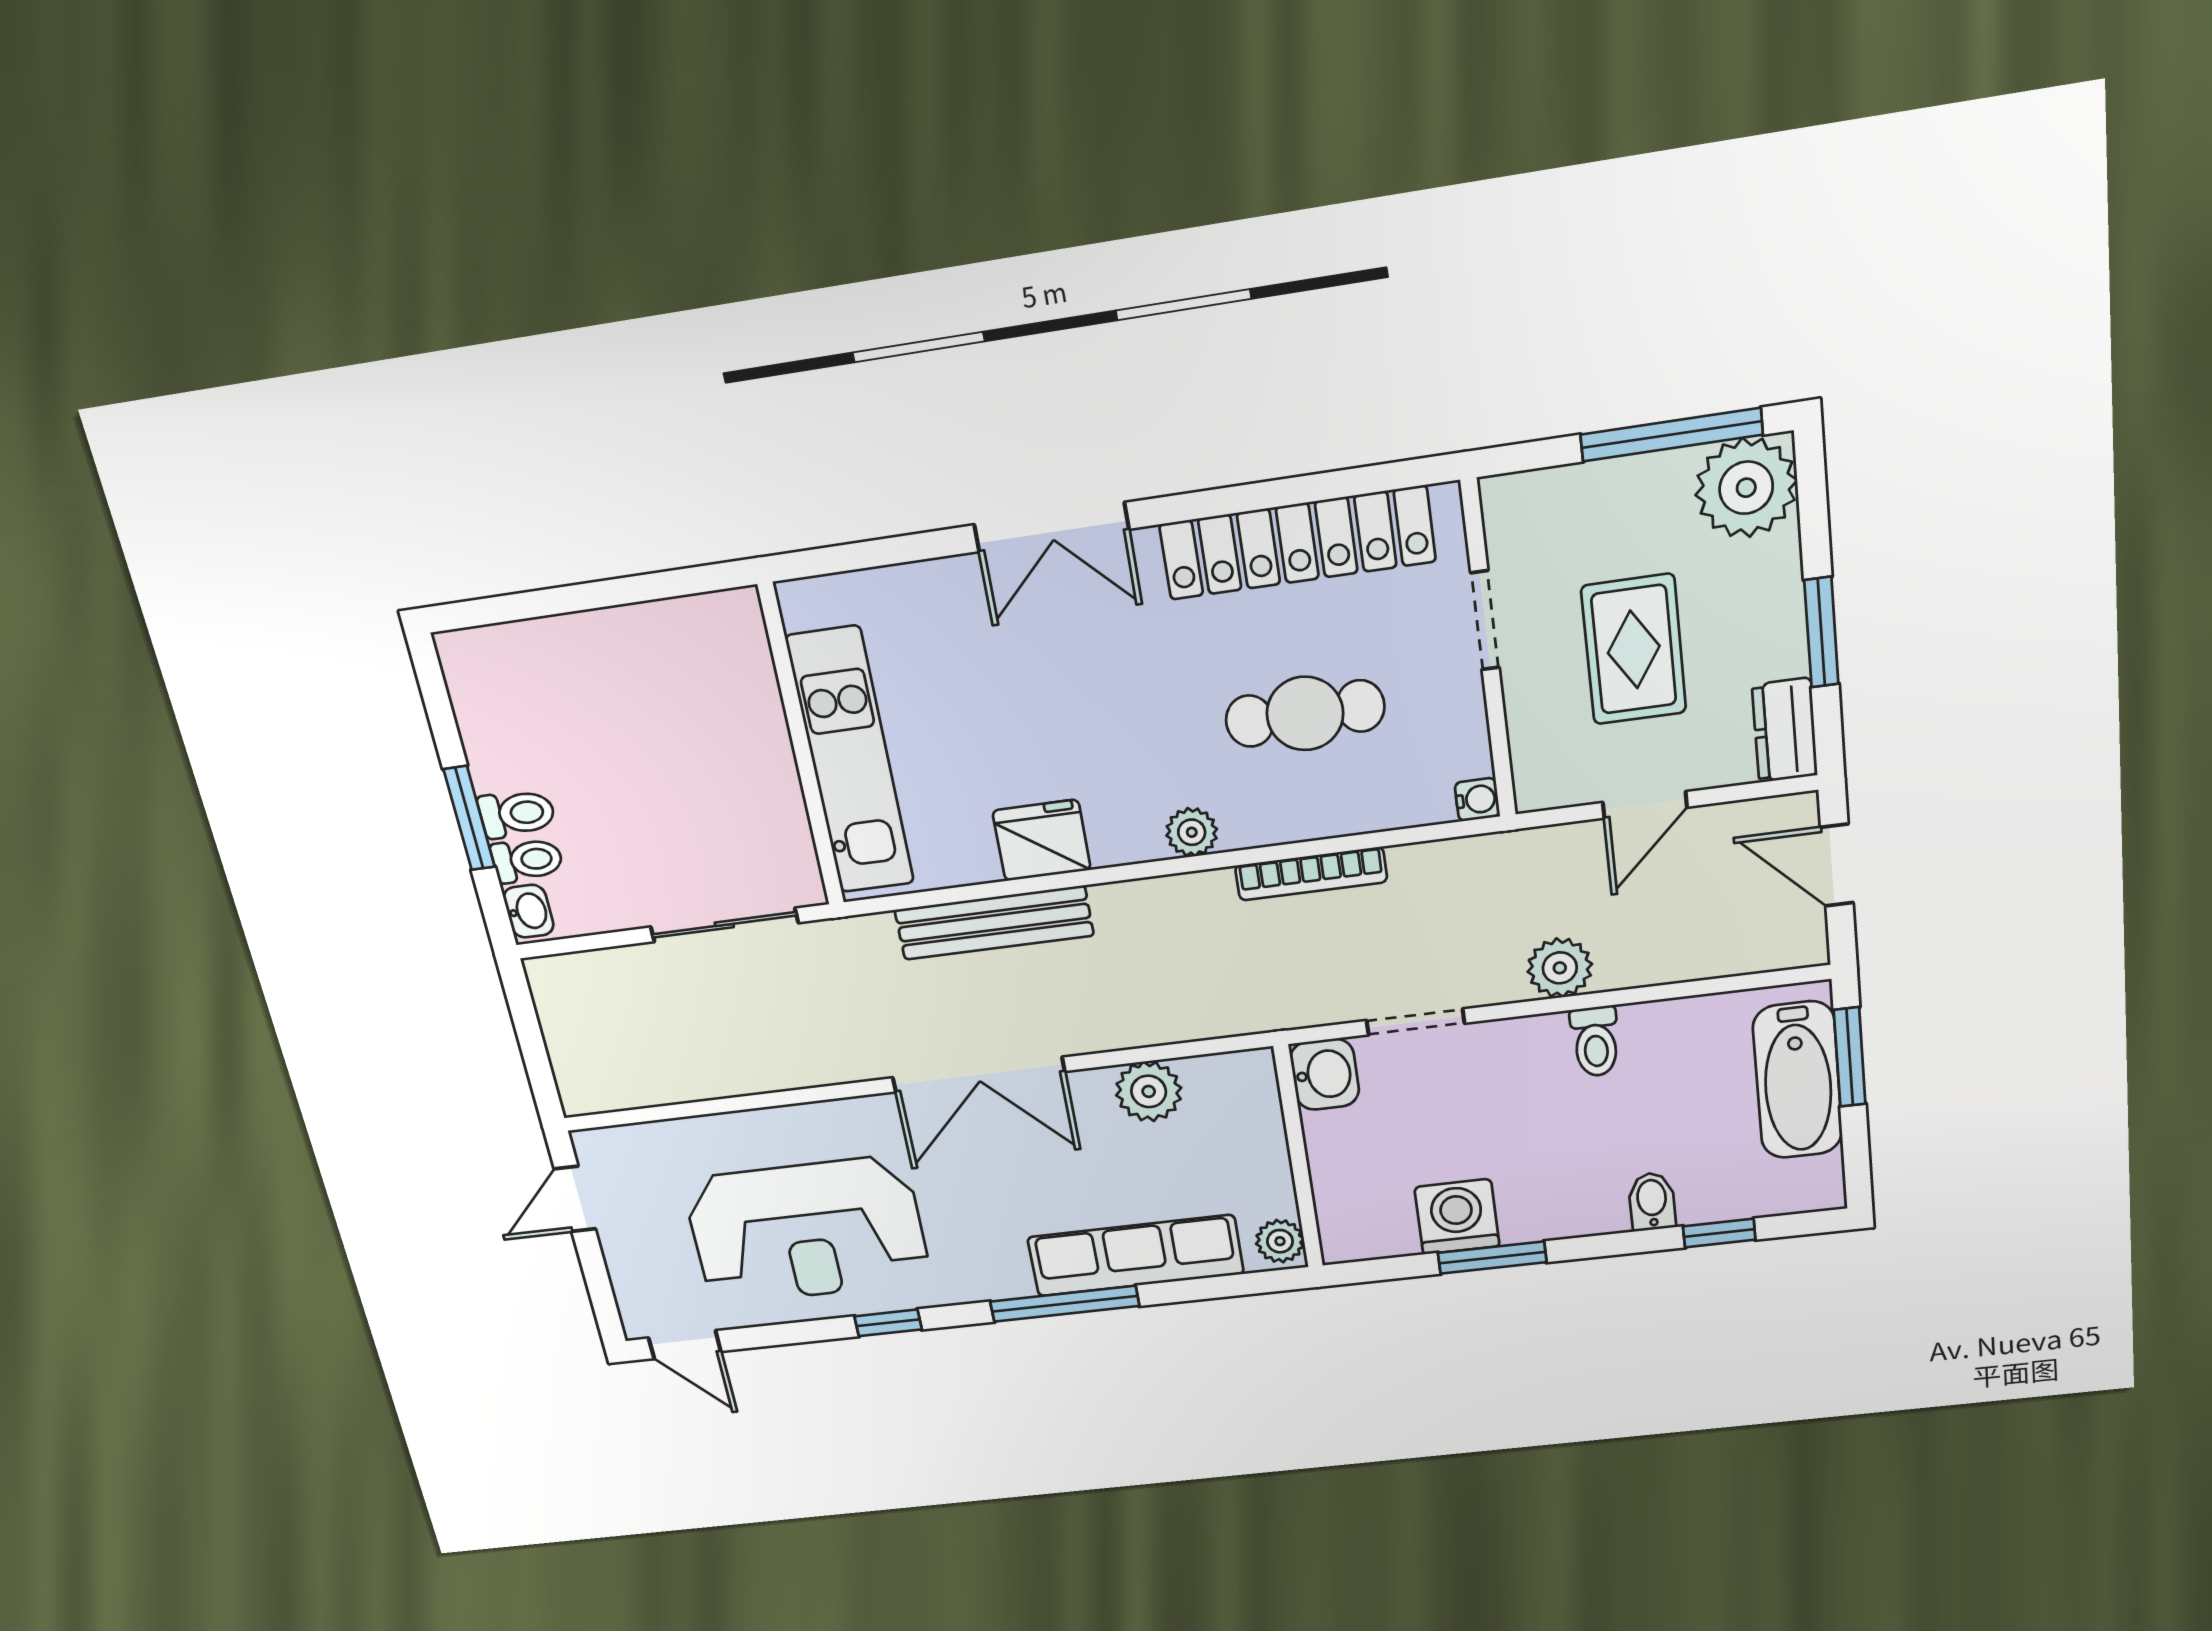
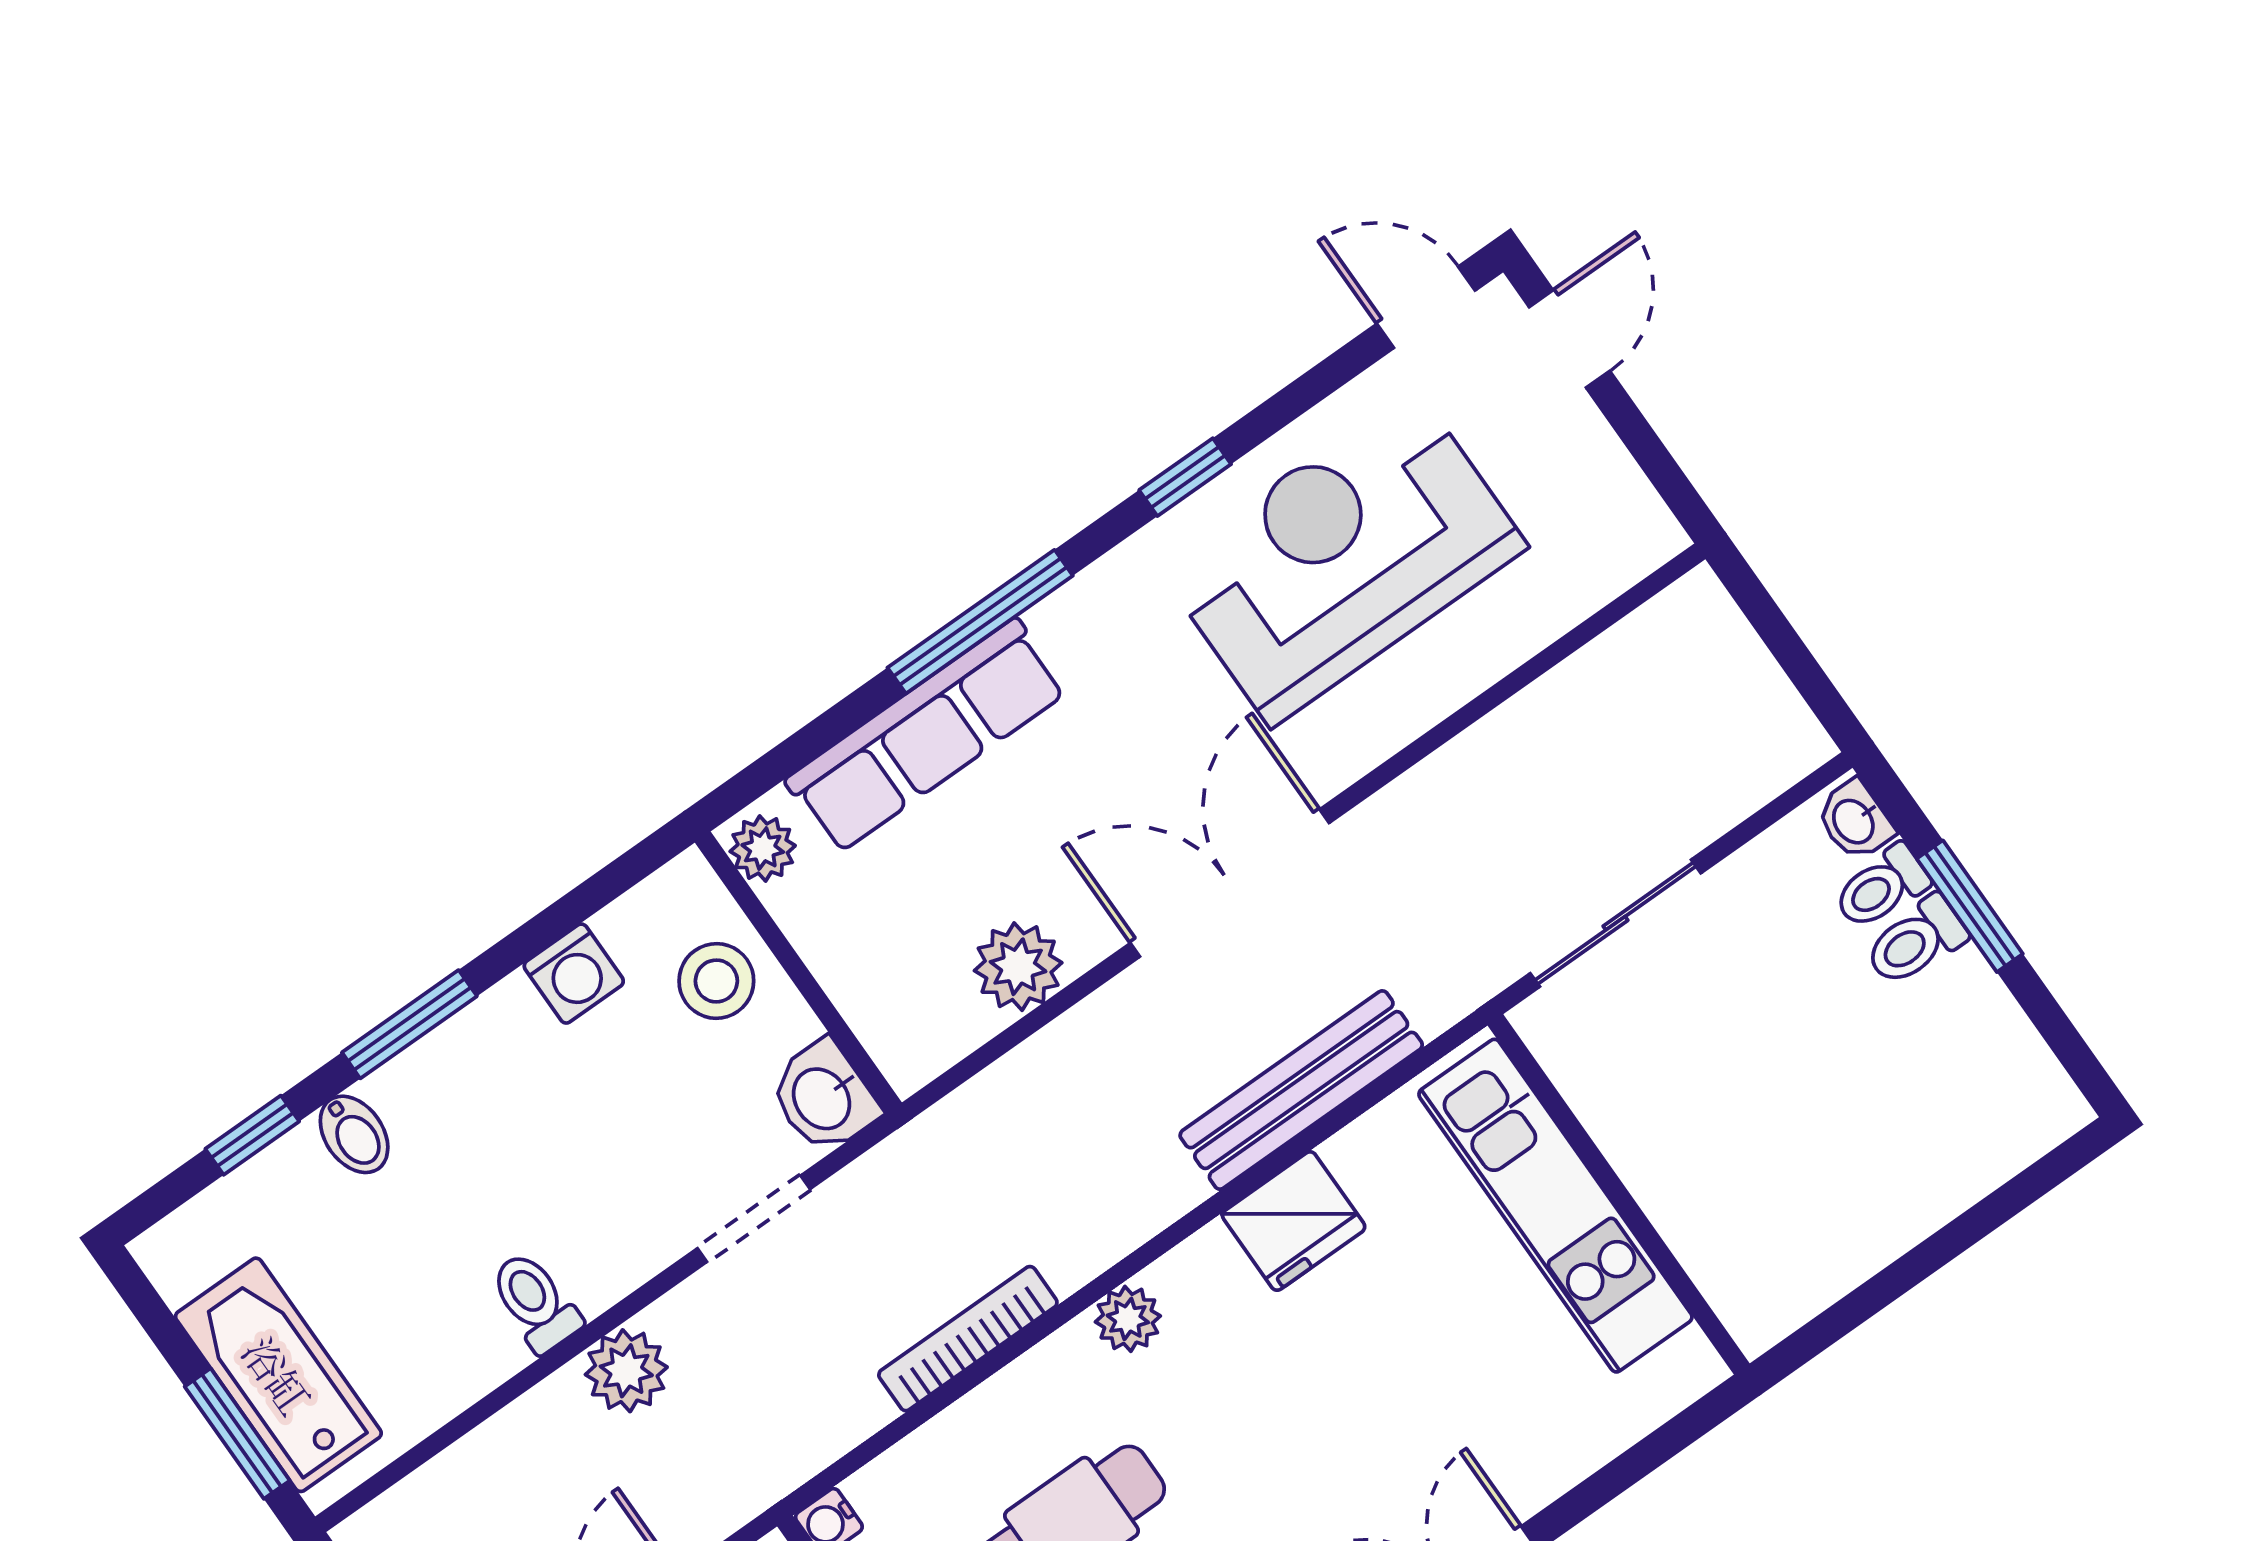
stool: (1356, 1178) -> (716, 981), added
door: (575, 1199) -> (1570, 339), moved
washing machine: (1457, 1217) -> (574, 974), width x0.73, depth x0.73
window: (1492, 1258) -> (409, 1024), moved

